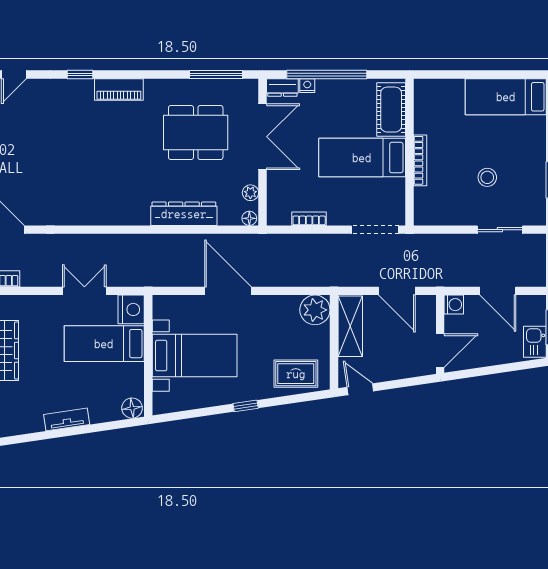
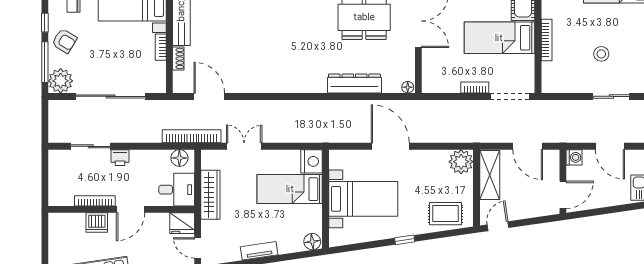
plant: (250, 193) -> (409, 66), removed
bookcase: (309, 219) -> (475, 88), moved
double door: (84, 291) -> (244, 146), moved
door: (360, 389) -> (498, 226), hinge flipped

